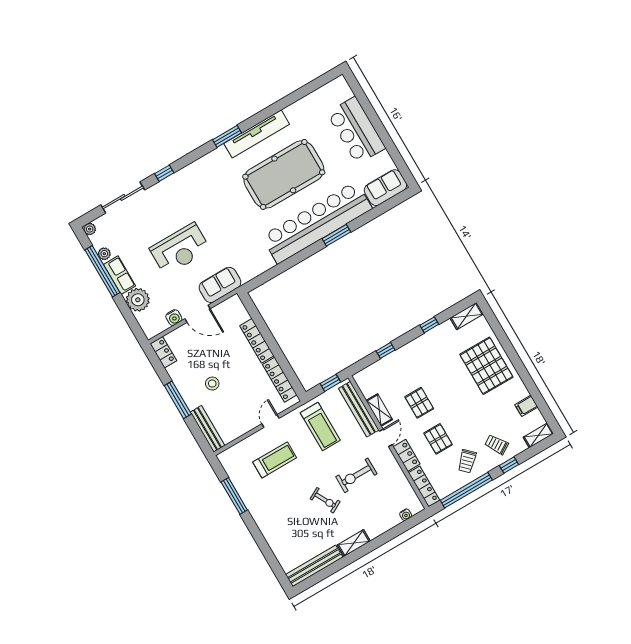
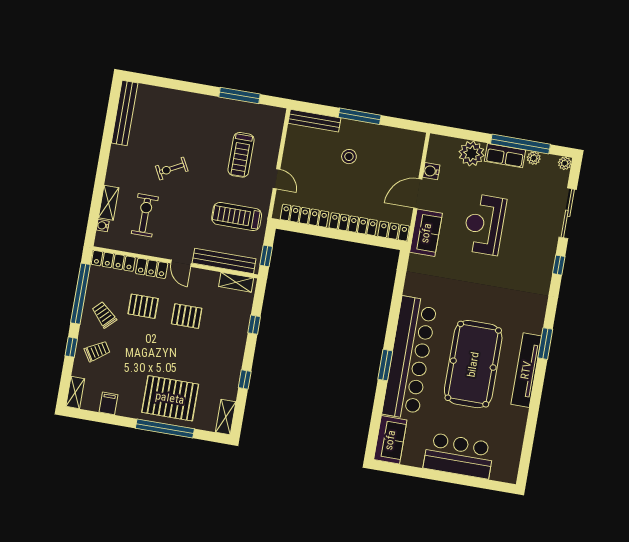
locker: (163, 352) -> (393, 231), moved, turned 180
window: (511, 352) -> (165, 429), added
shelving: (379, 410) -> (236, 282), moved
exercise bike: (356, 475) -> (145, 215), moved
shelving: (354, 543) -> (109, 203), moved

